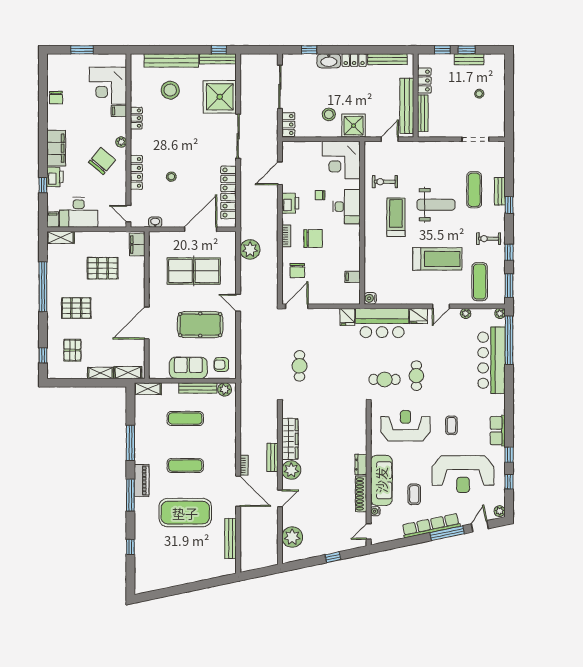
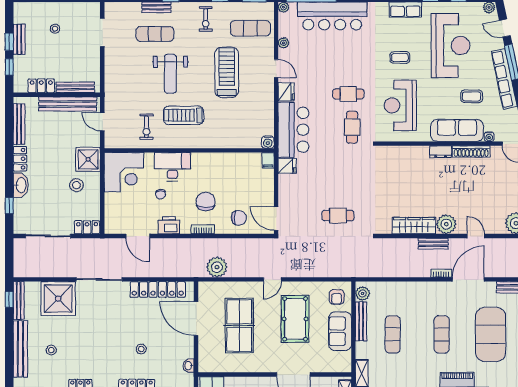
stool: (170, 90) -> (51, 350), width x0.53, depth x0.53
weight bench: (436, 205) -> (170, 74), turned 180
filing cabinet: (353, 277) -> (268, 160), moved

